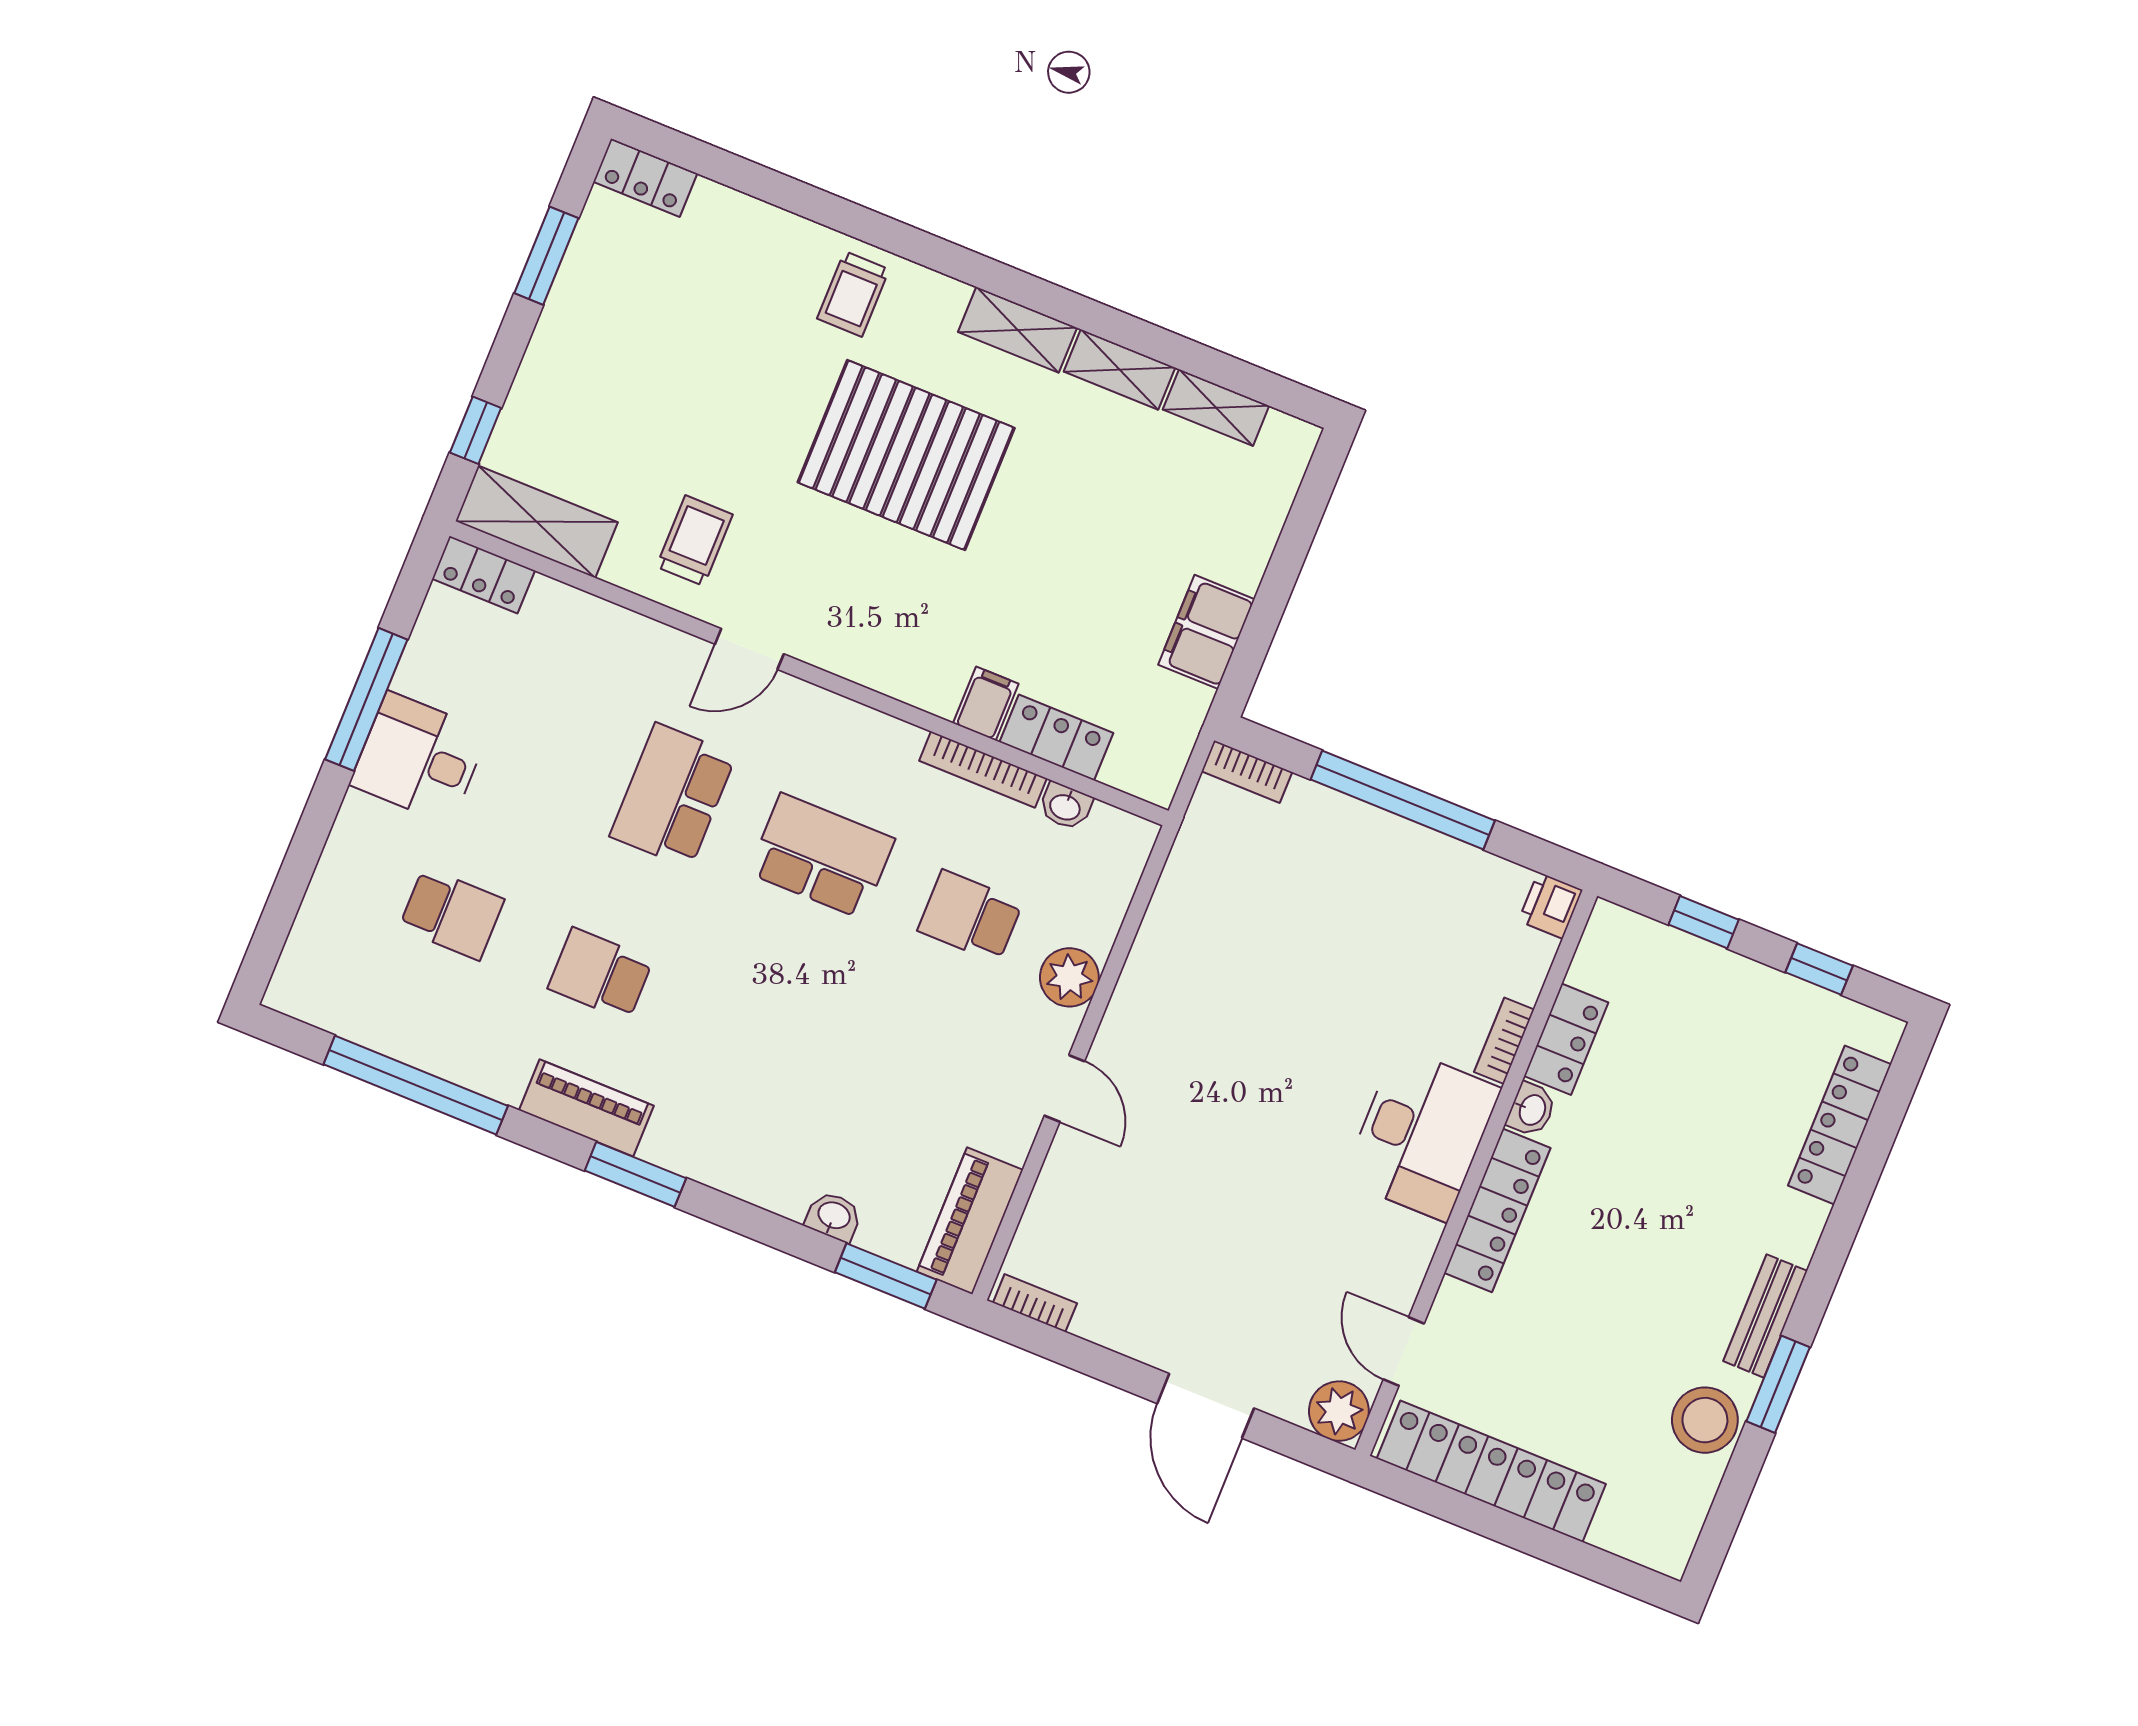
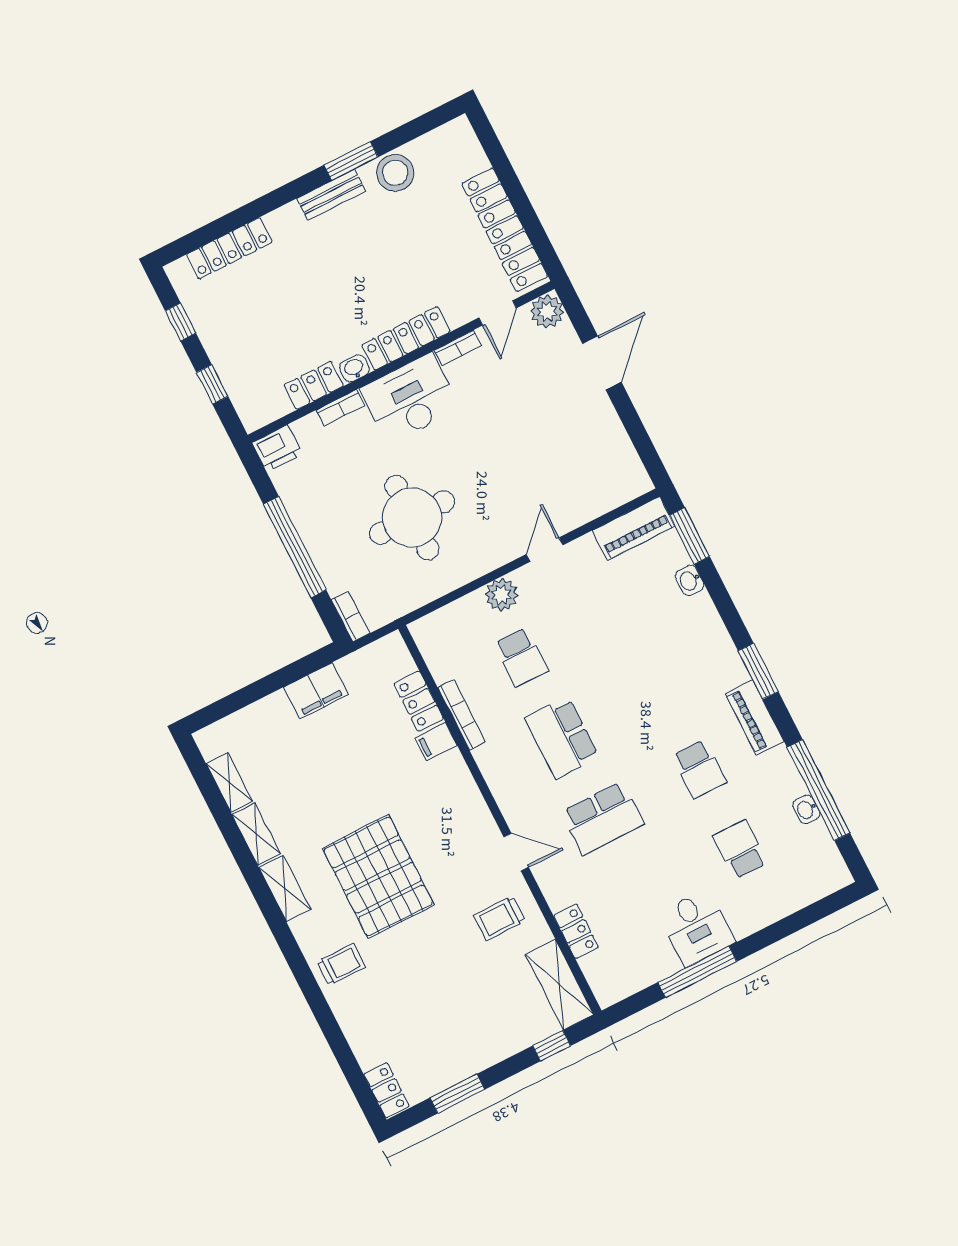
locker: (484, 575) -> (576, 931), moved
washbasin: (1065, 806) -> (807, 809), moved, turned 180
printer: (1550, 905) -> (277, 448), width x1.36, depth x1.24
round table: (1280, 977) -> (412, 518), added
bookcase: (1035, 1303) -> (458, 348), moved, turned -90

